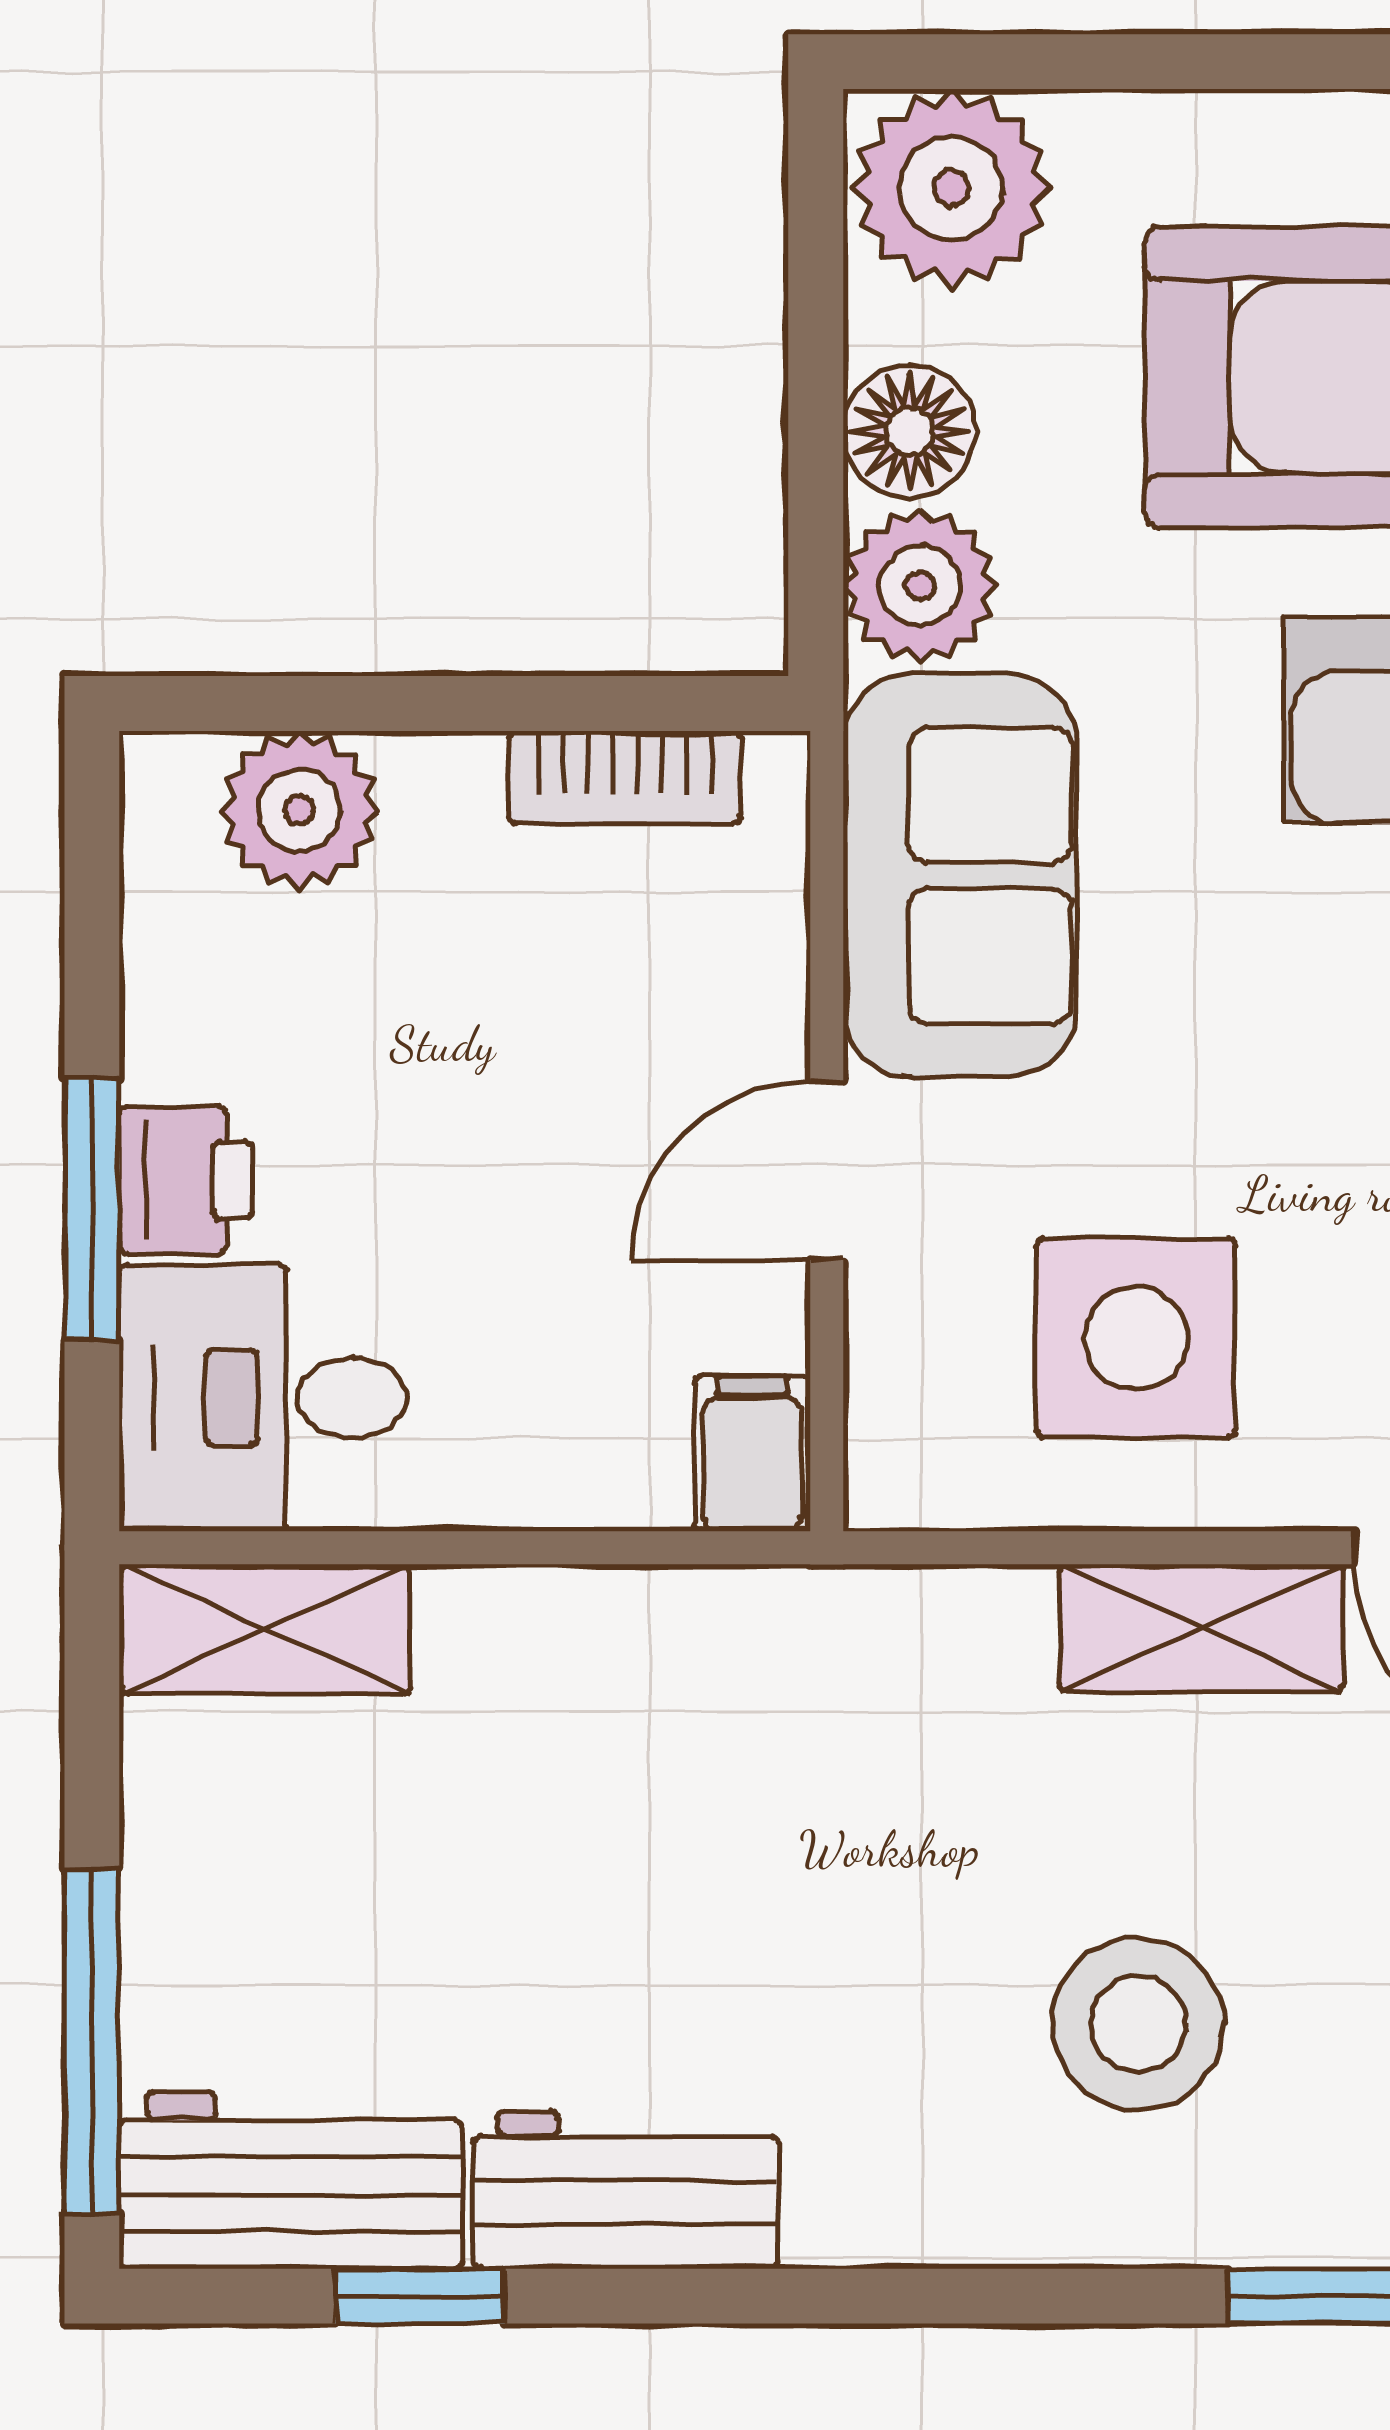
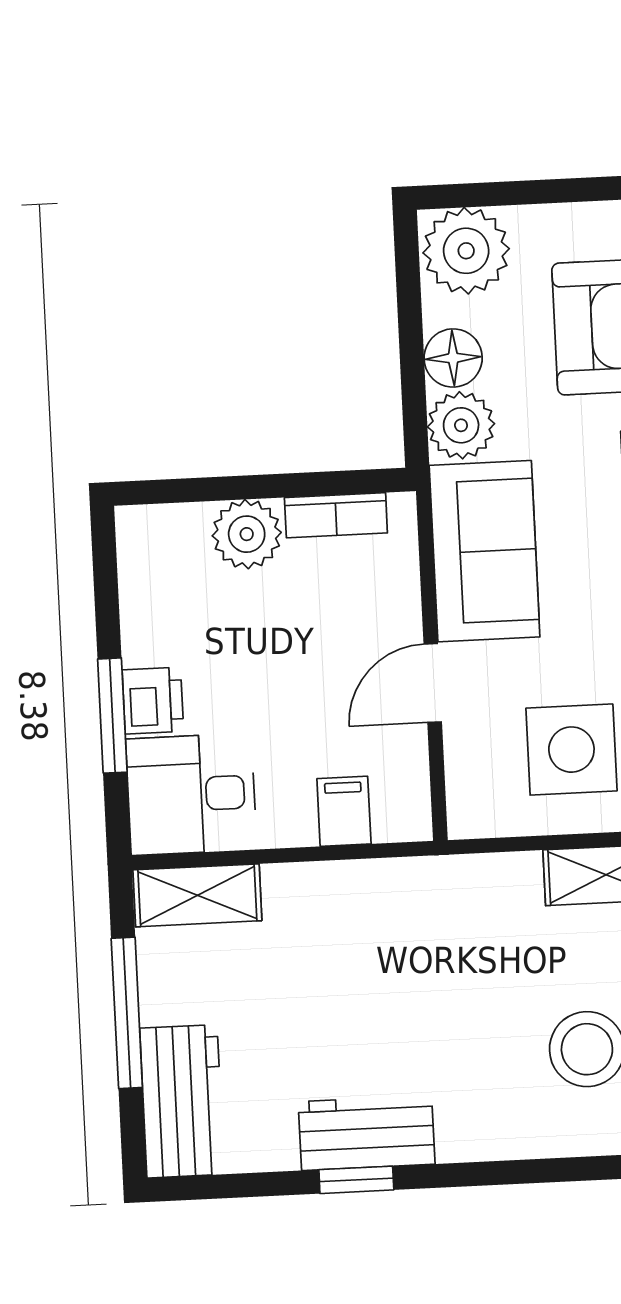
plant: (299, 810) -> (247, 534), moved
filing cabinet: (752, 1454) -> (344, 811), moved
window: (92, 2041) -> (127, 1013), moved
workbench: (291, 2180) -> (182, 1101), moved, turned 90
window: (420, 2296) -> (356, 1180), moved

